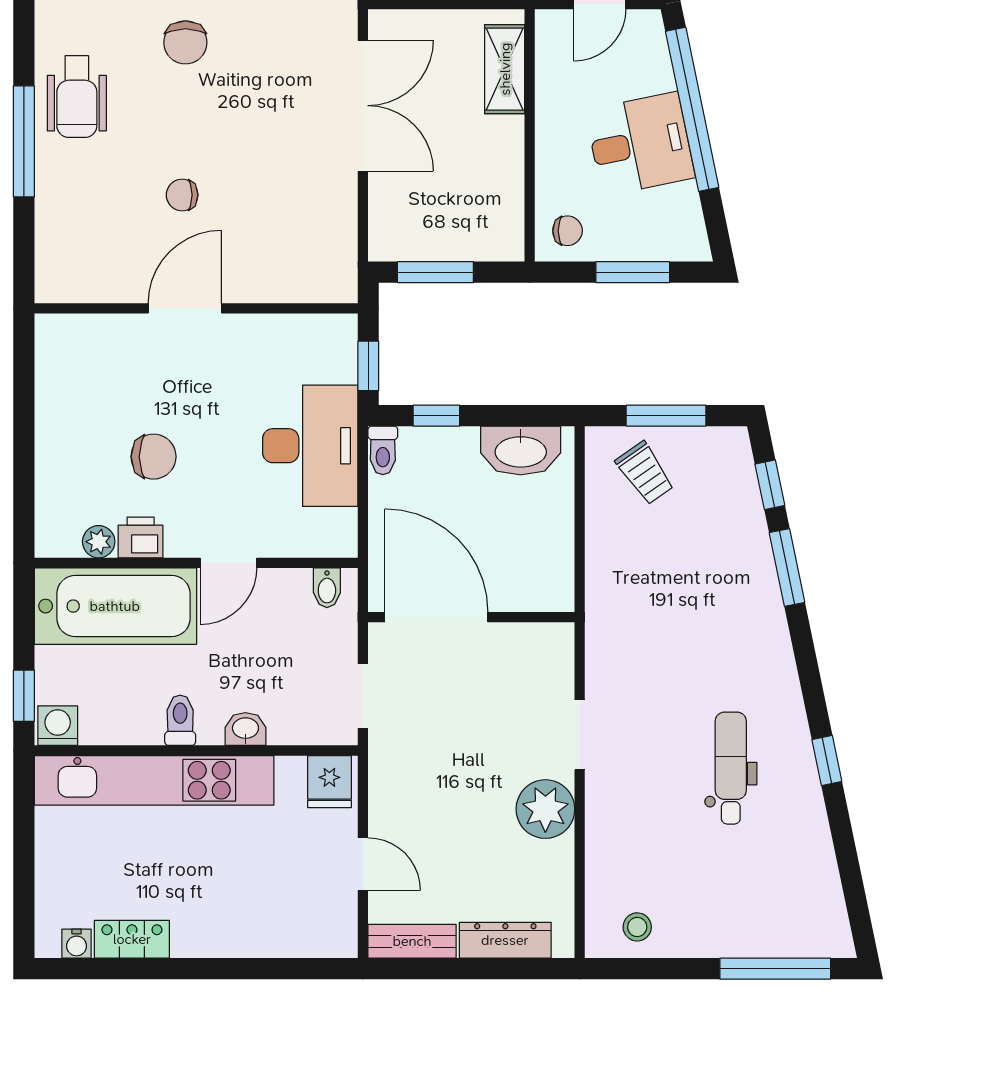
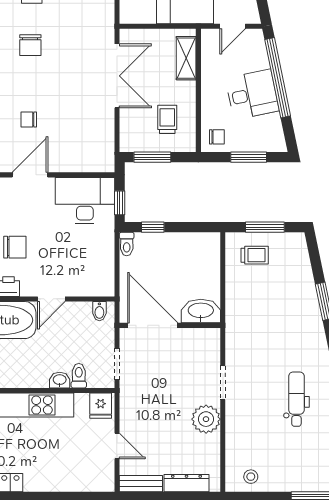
trolley: (466, 195) -> (167, 119), added
desk: (310, 446) -> (85, 201), moved, turned -90
washbasin: (521, 451) -> (201, 311), moved, turned 180
trolley: (645, 473) -> (255, 255), turned -55
window: (770, 485) -> (316, 261), removed
toilet: (180, 720) -> (79, 376), moved

